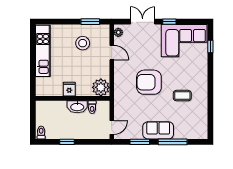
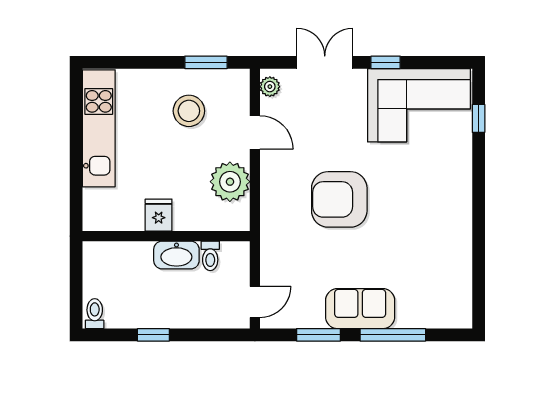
plant: (101, 87) -> (230, 182), moved
coffee table: (182, 96) -> (415, 230), removed

